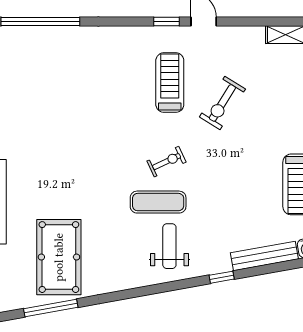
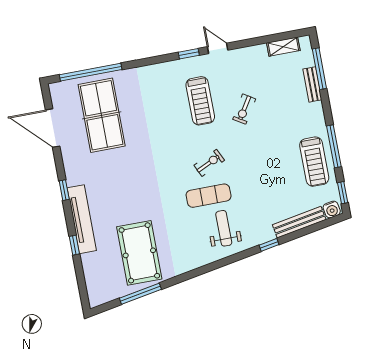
table tennis table: (44, 78) -> (102, 115), added
treadmill: (170, 83) -> (200, 101), turned 180
exercise bike: (222, 103) -> (244, 109), width x0.73, depth x0.72

